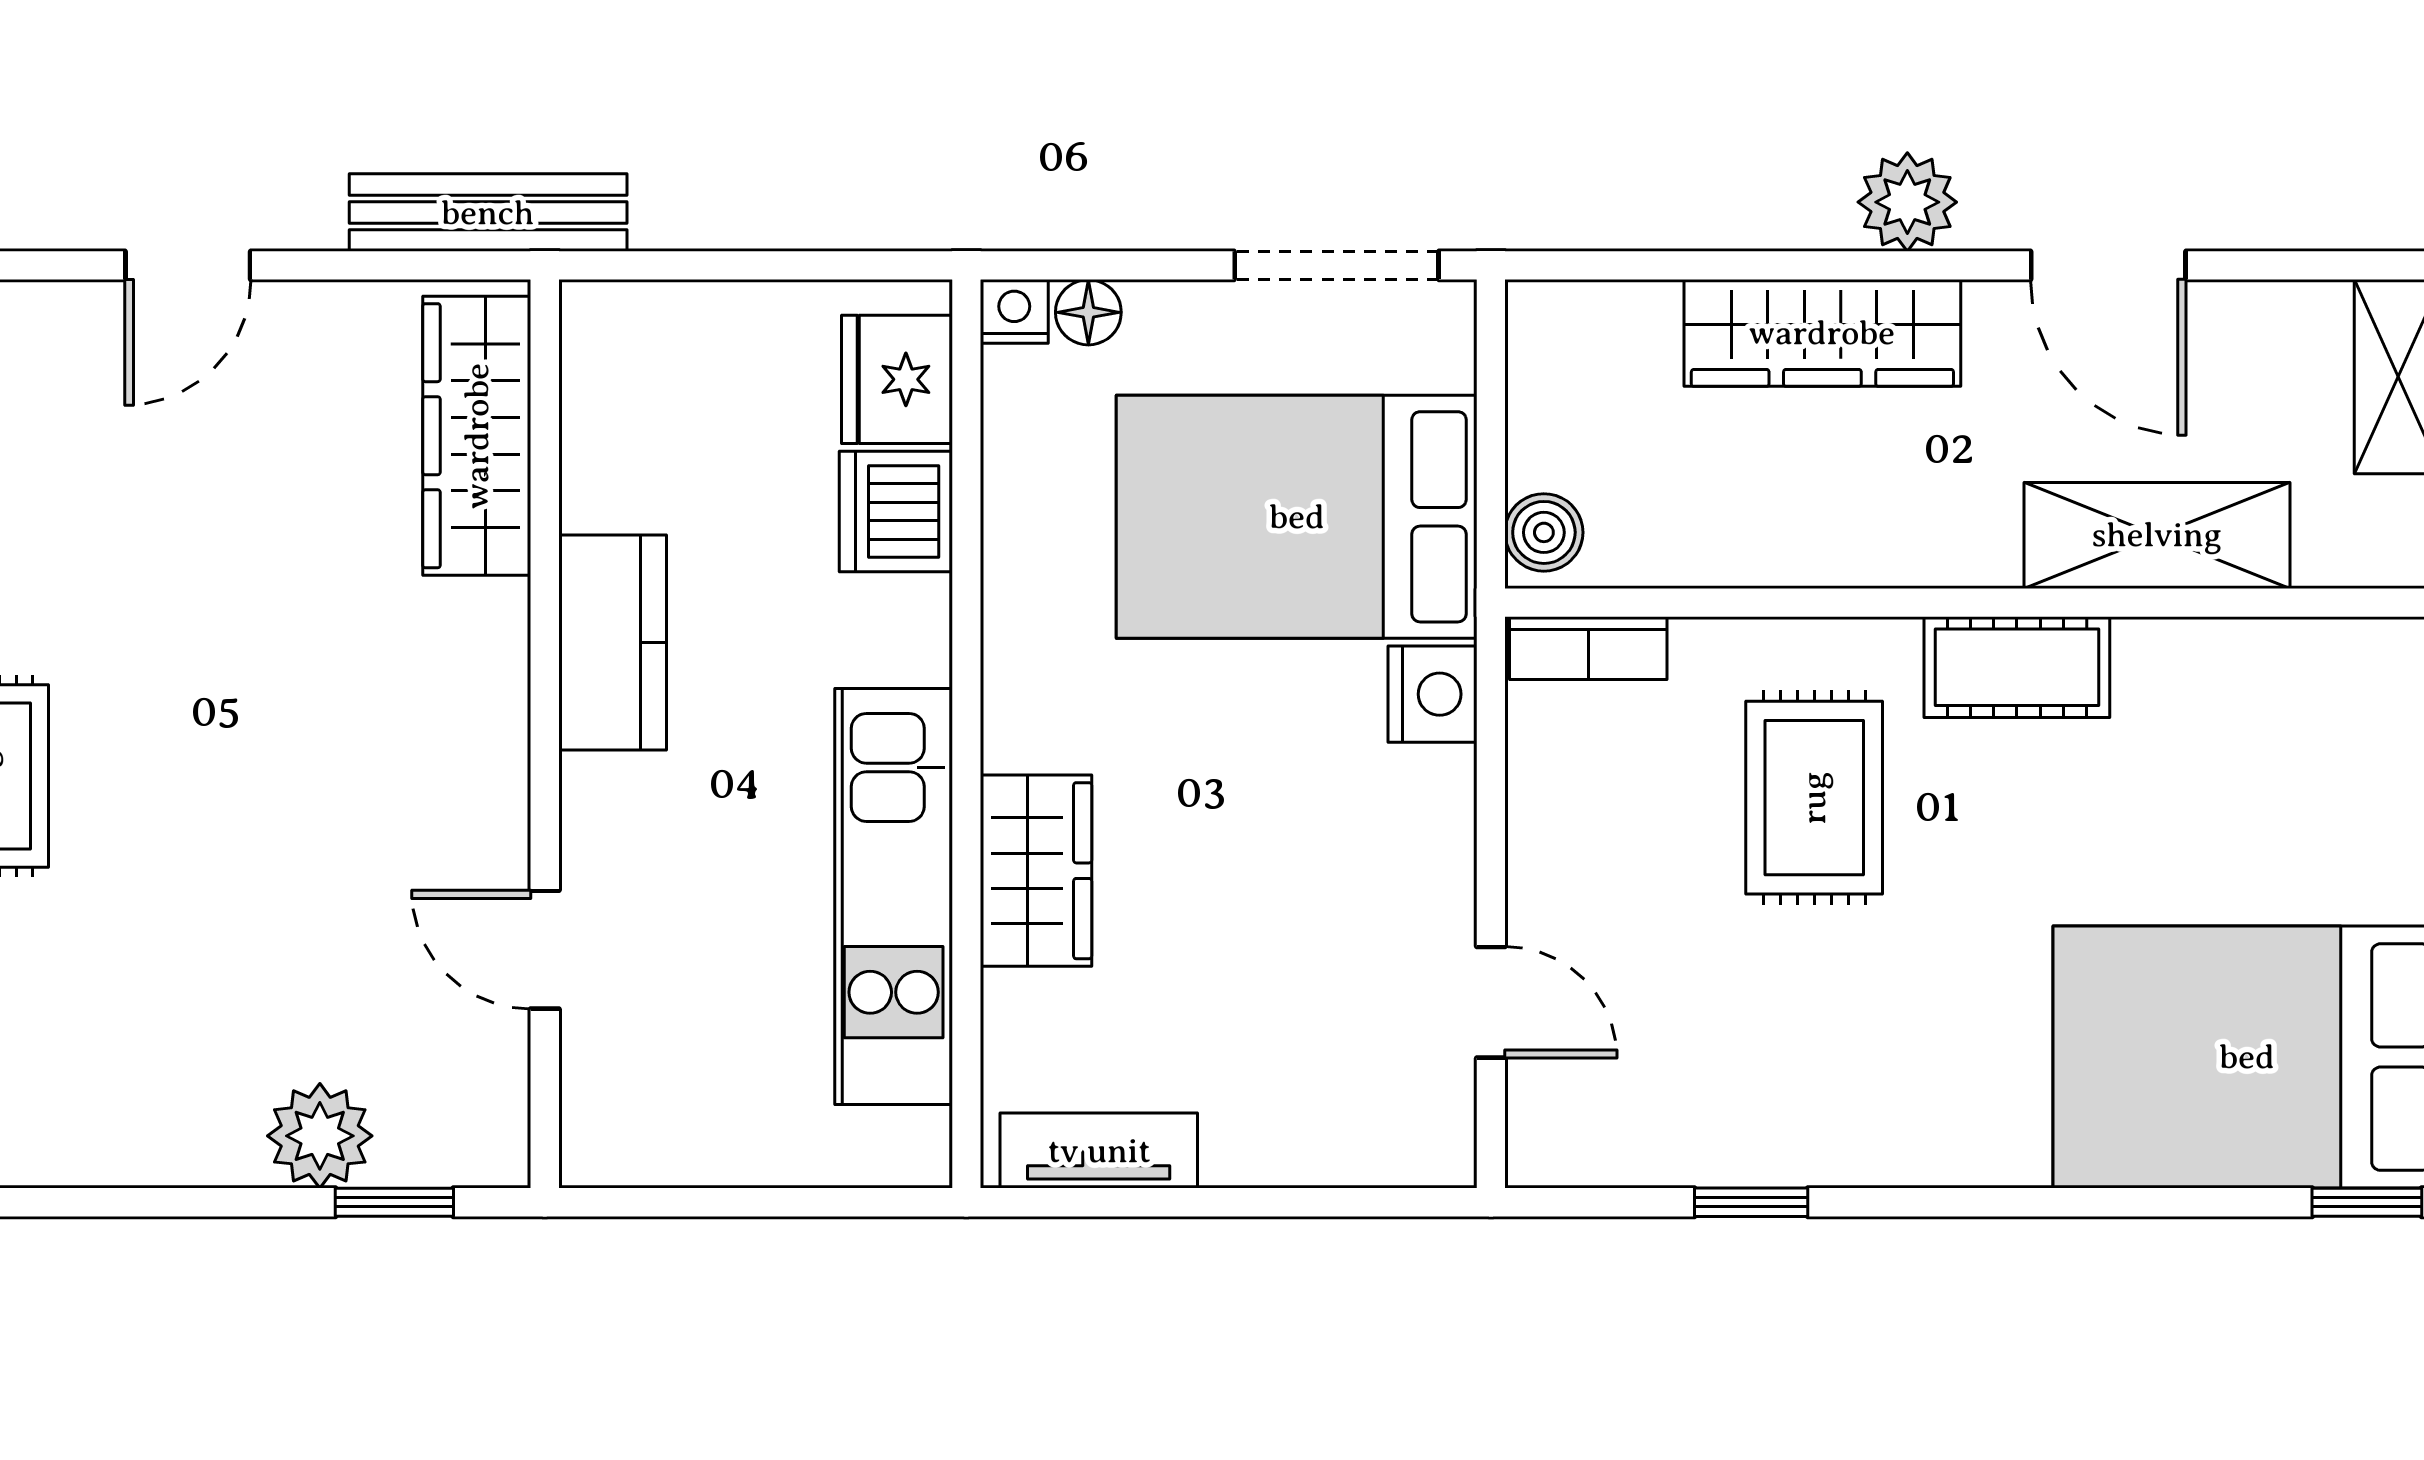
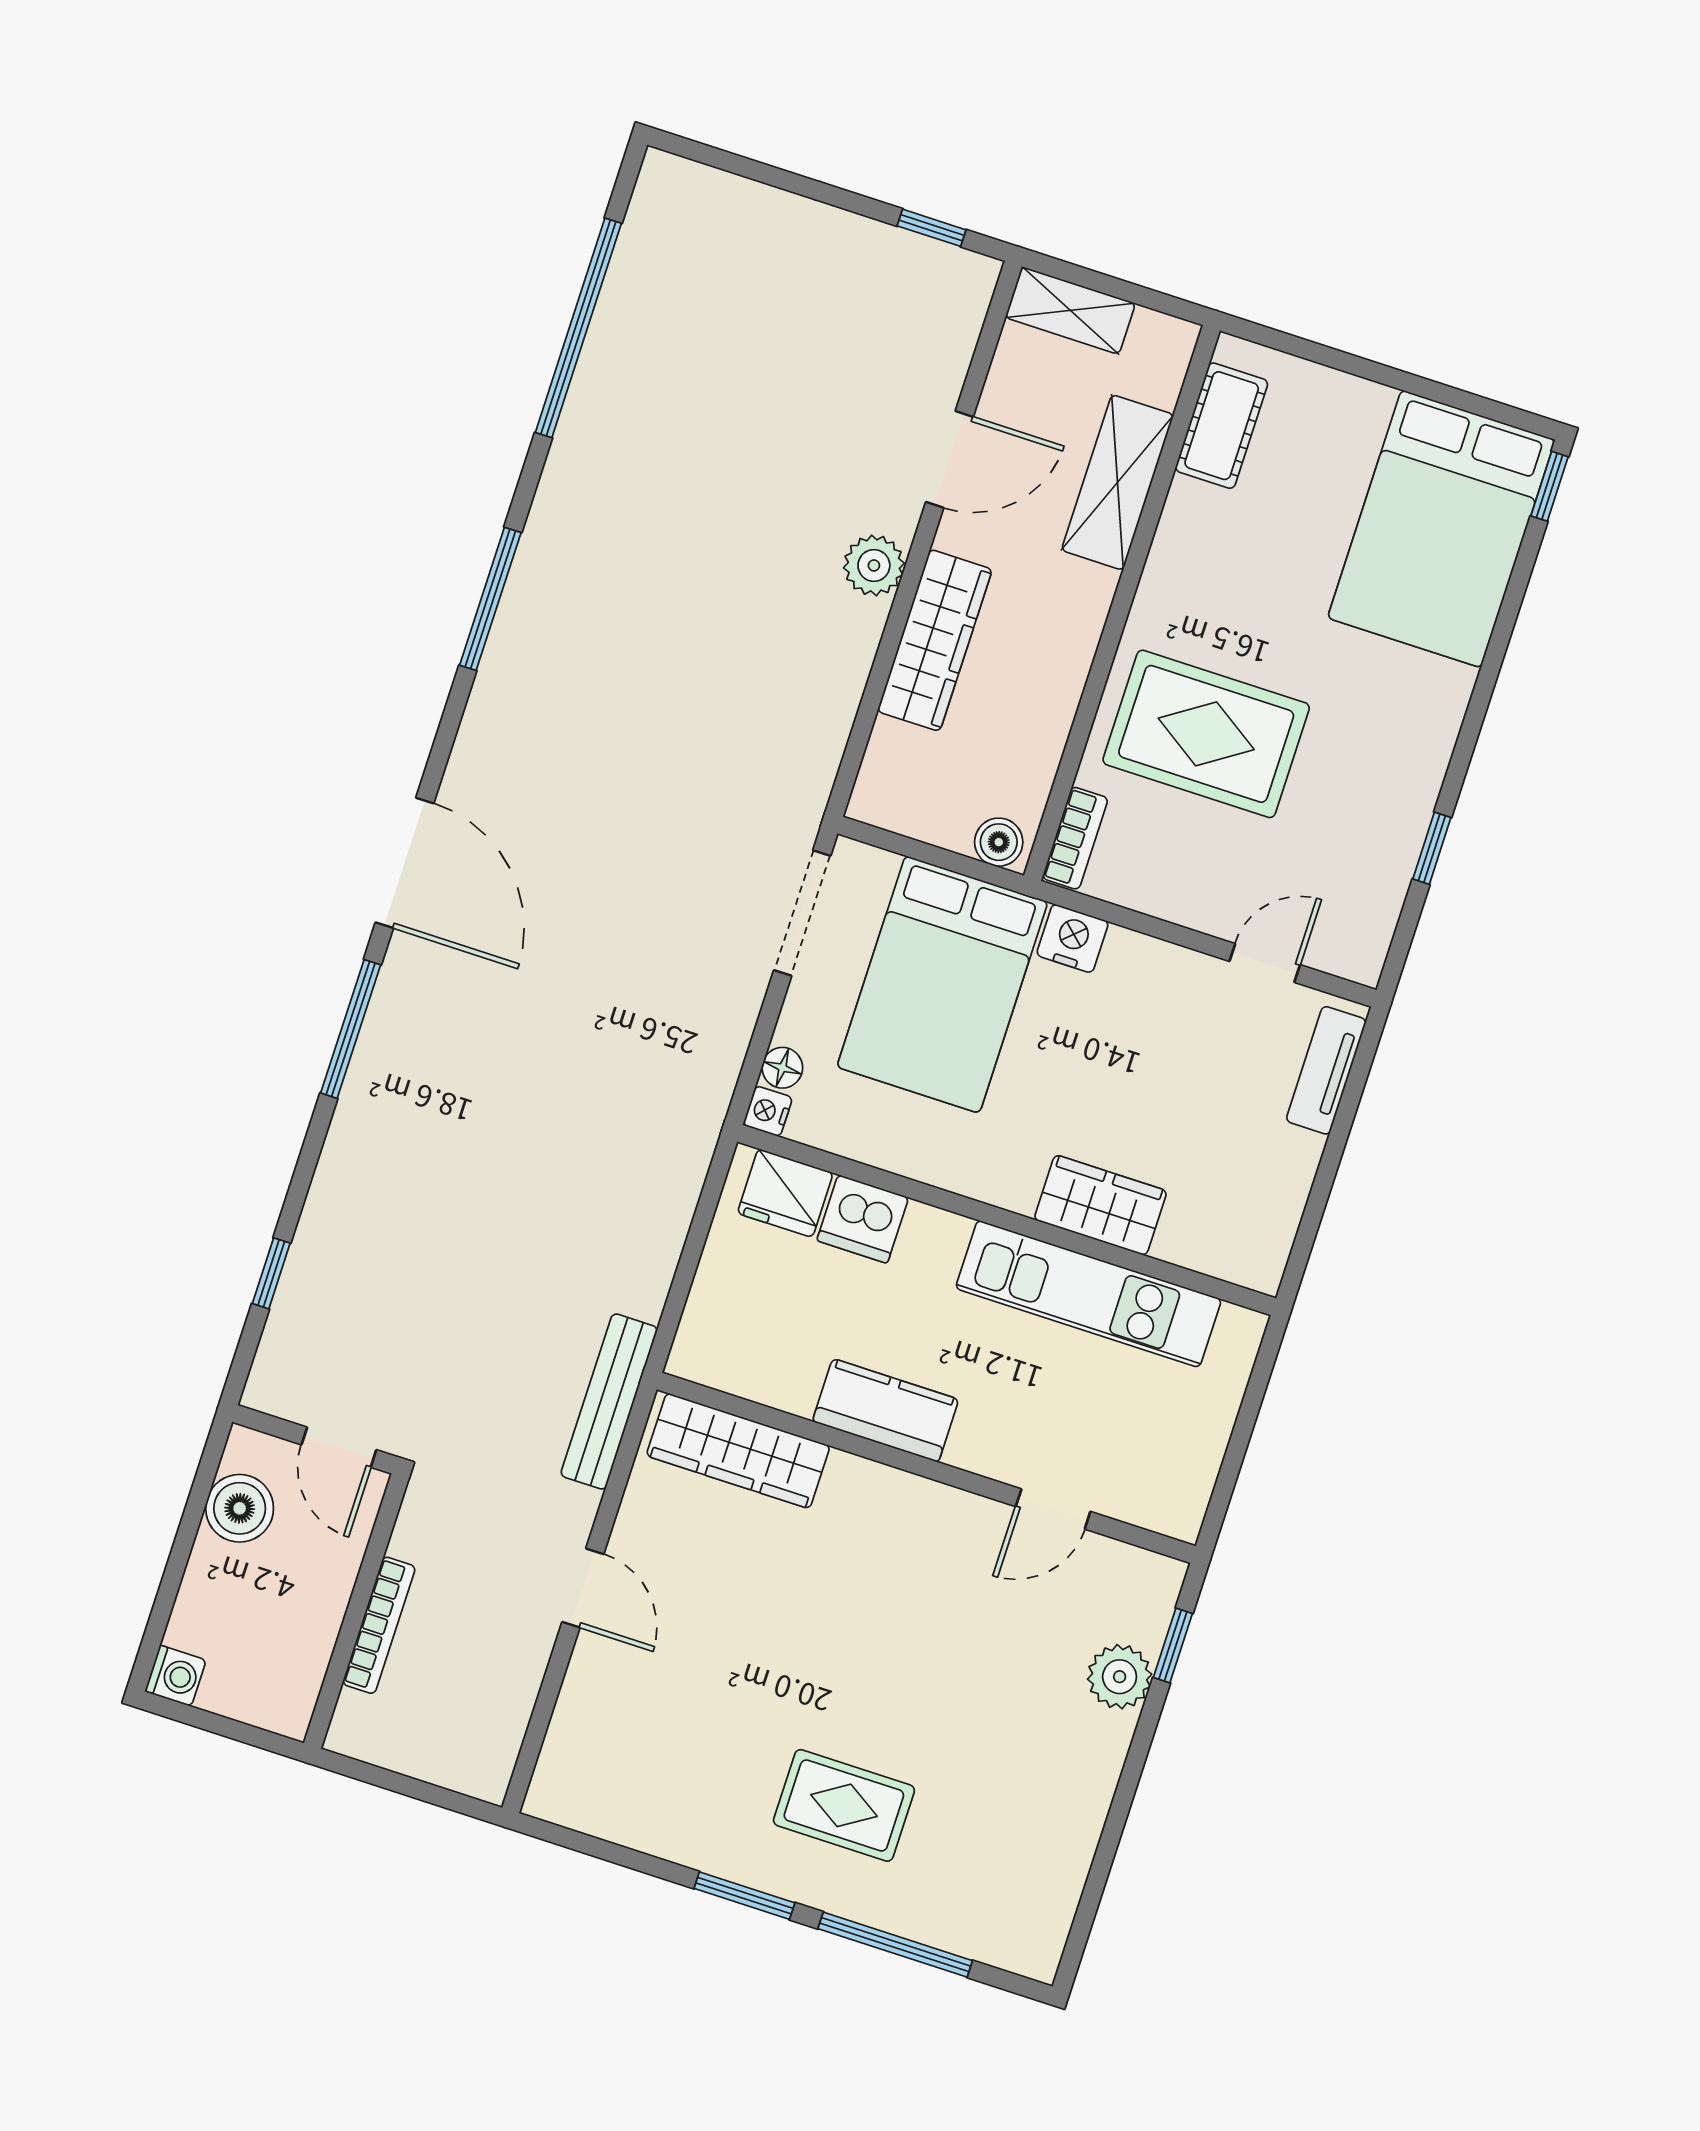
cot: (2017, 667) -> (1222, 426), moved
rug: (1814, 798) -> (1206, 734), width x1.36, depth x1.43
tv unit: (1099, 1151) -> (1326, 1070), moved

